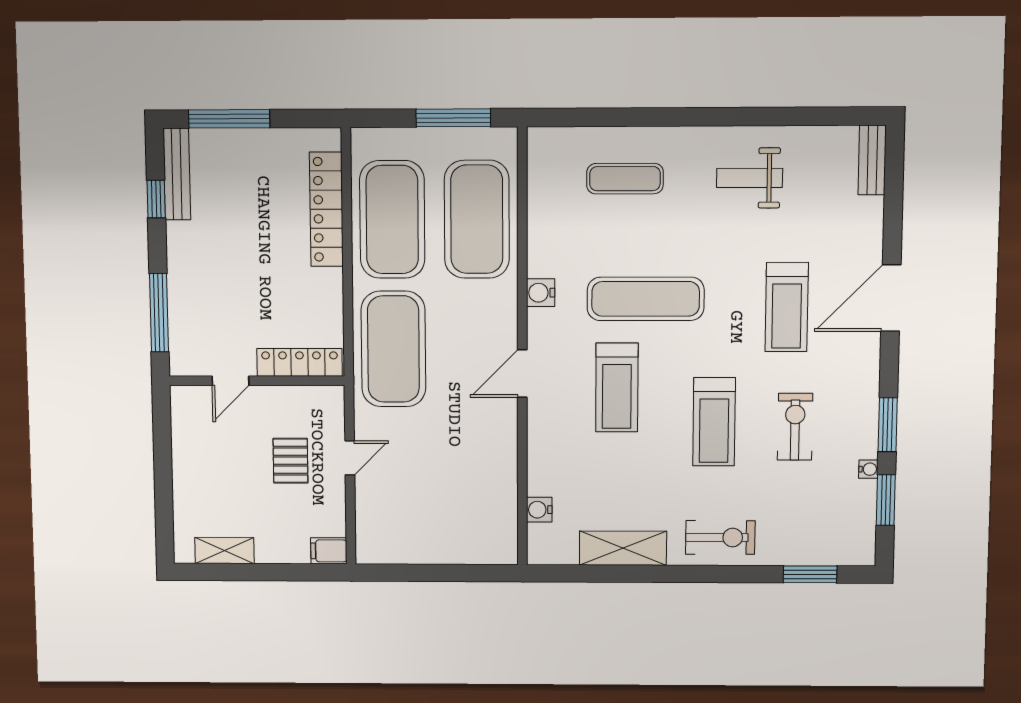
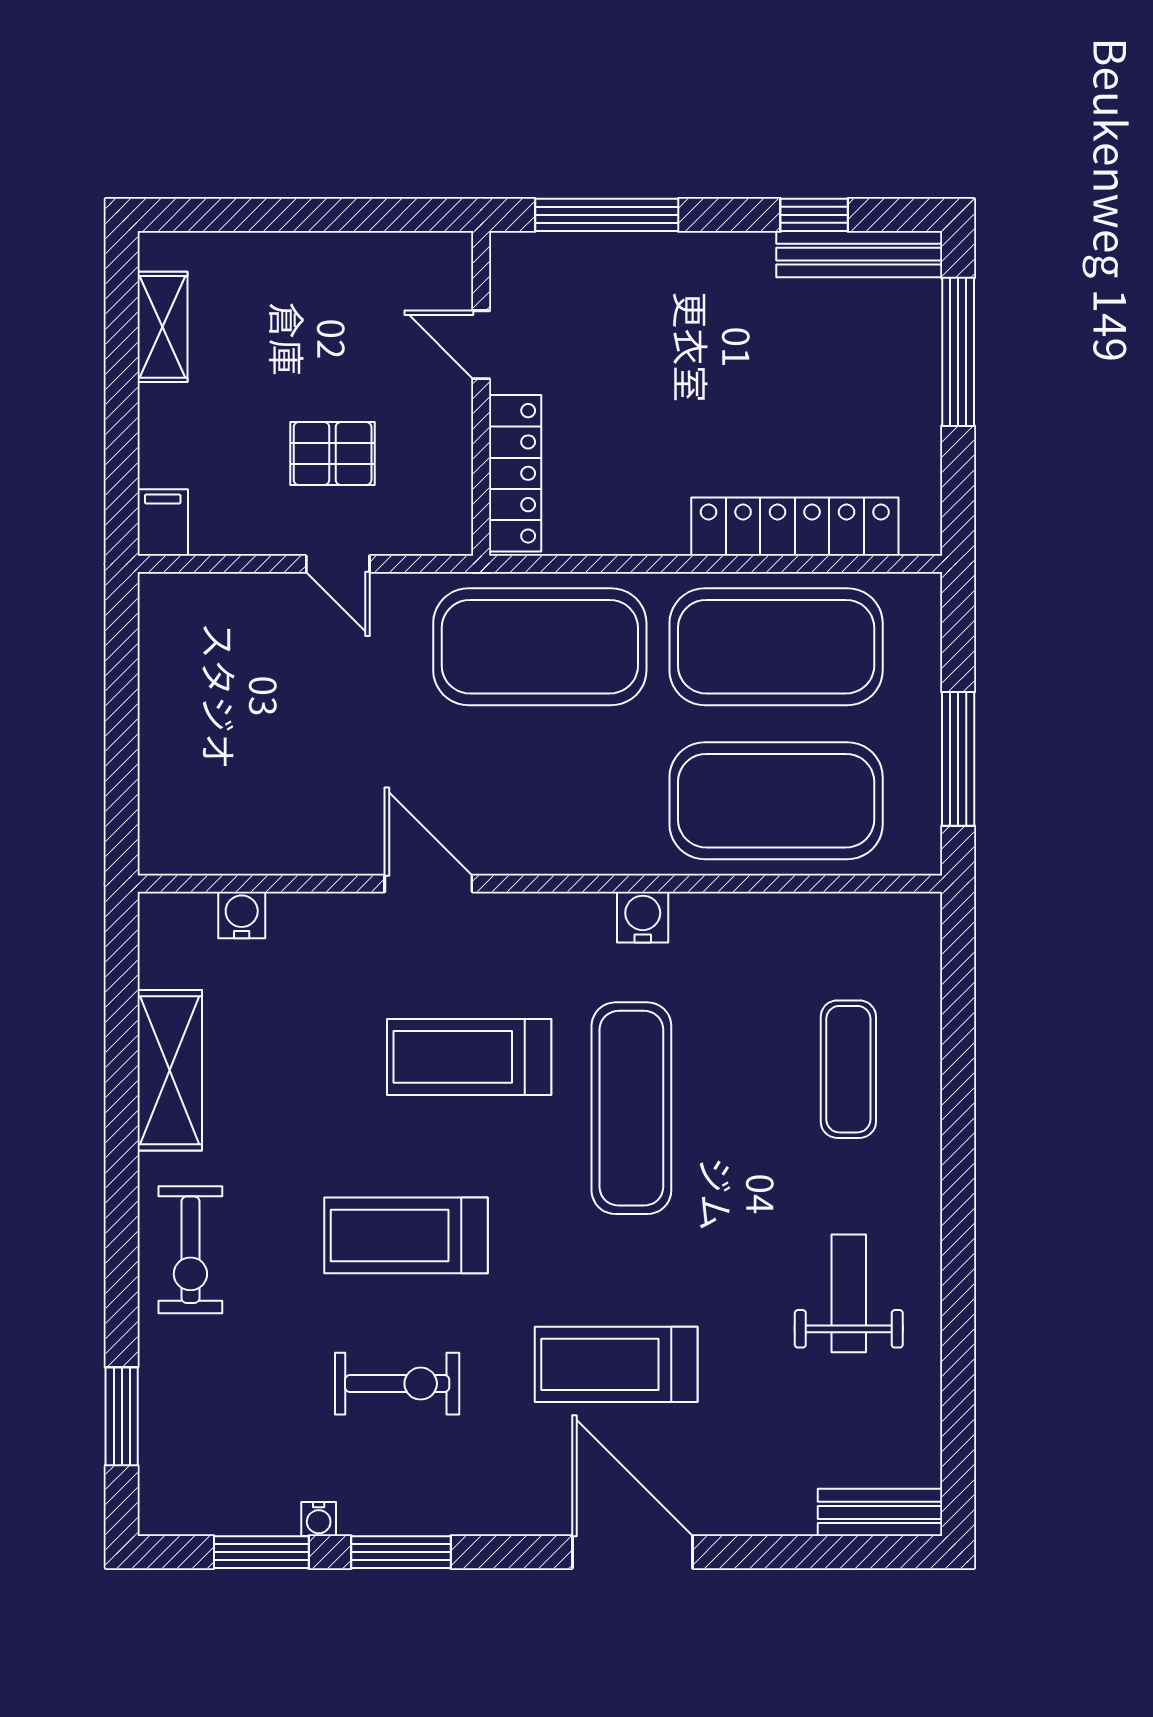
door: (522, 373) -> (428, 884), moved

